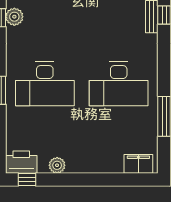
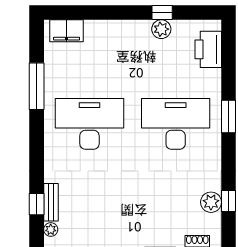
printer: (21, 162) -> (208, 49), moved, turned 90
window: (27, 180) -> (162, 13), moved

